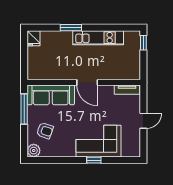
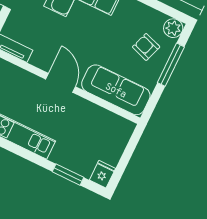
window: (71, 28) -> (68, 175), moved
window: (24, 109) -> (171, 65), moved

